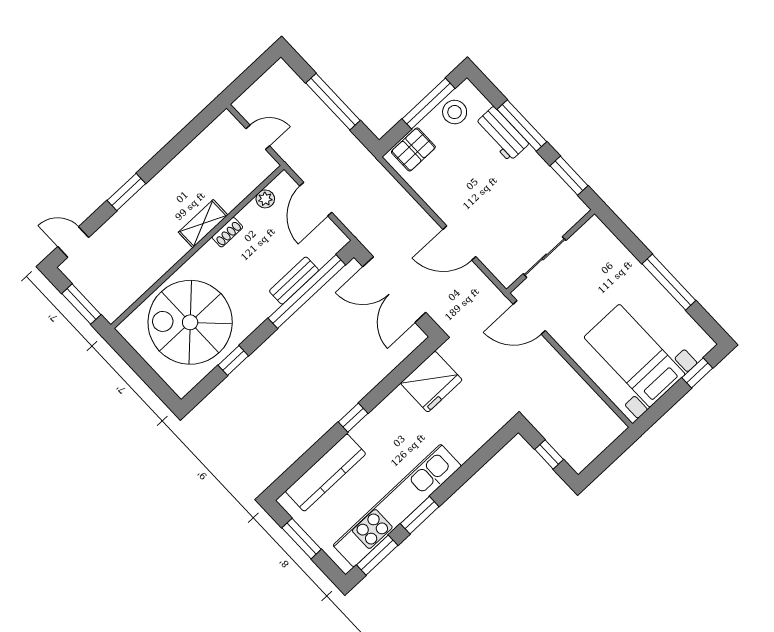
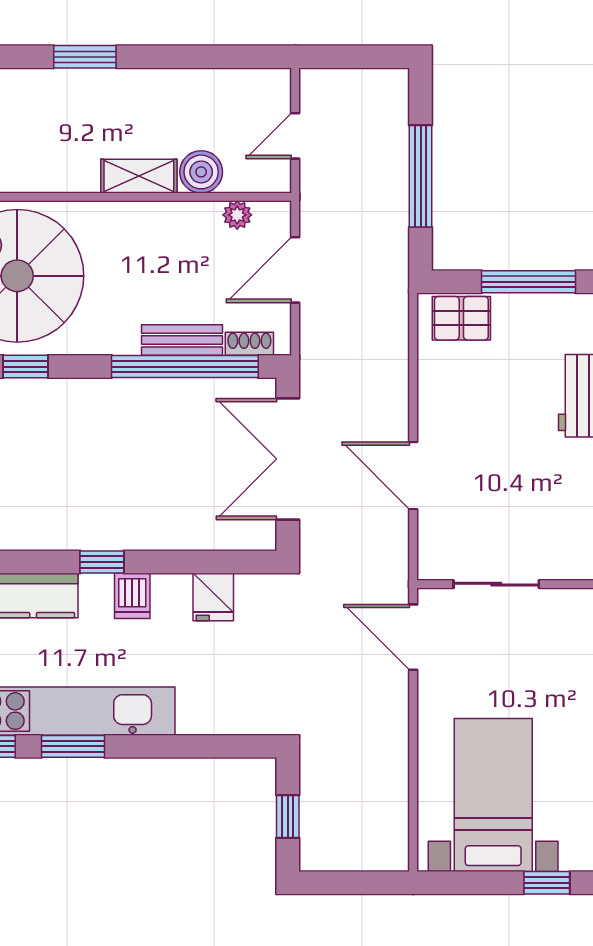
stool: (455, 112) -> (549, 320), removed
door: (258, 137) -> (295, 136), swing flipped
boiler: (230, 195) -> (201, 172), added
shoe rack: (227, 232) -> (249, 344), moved, turned 180
fridge: (431, 382) -> (213, 597), width x0.53, depth x0.75
dishwasher: (382, 420) -> (132, 596), added

